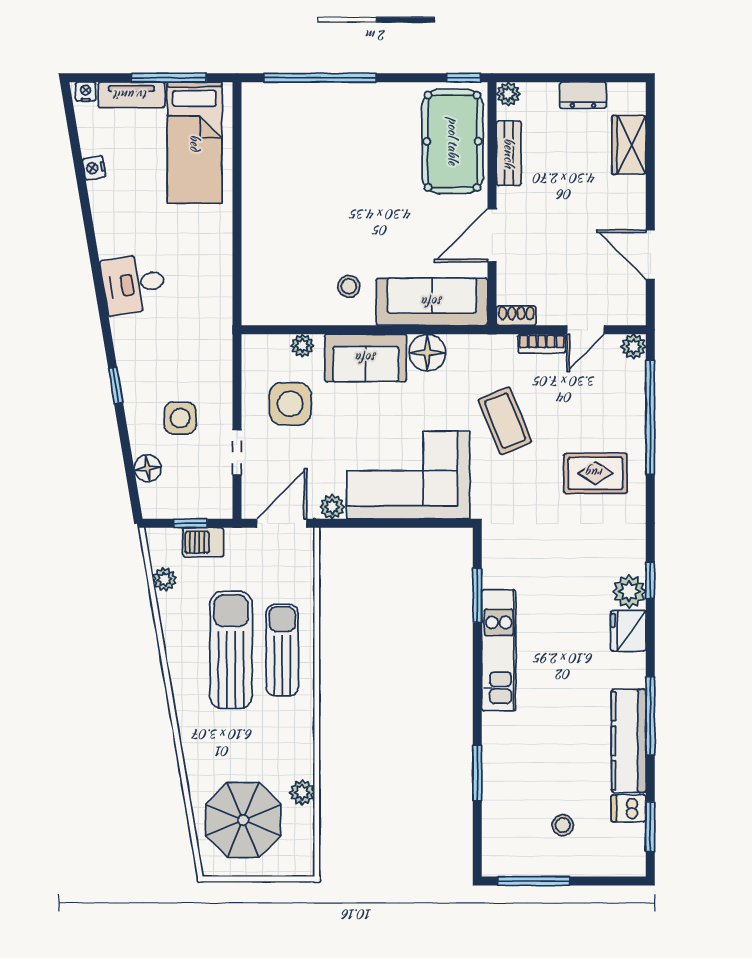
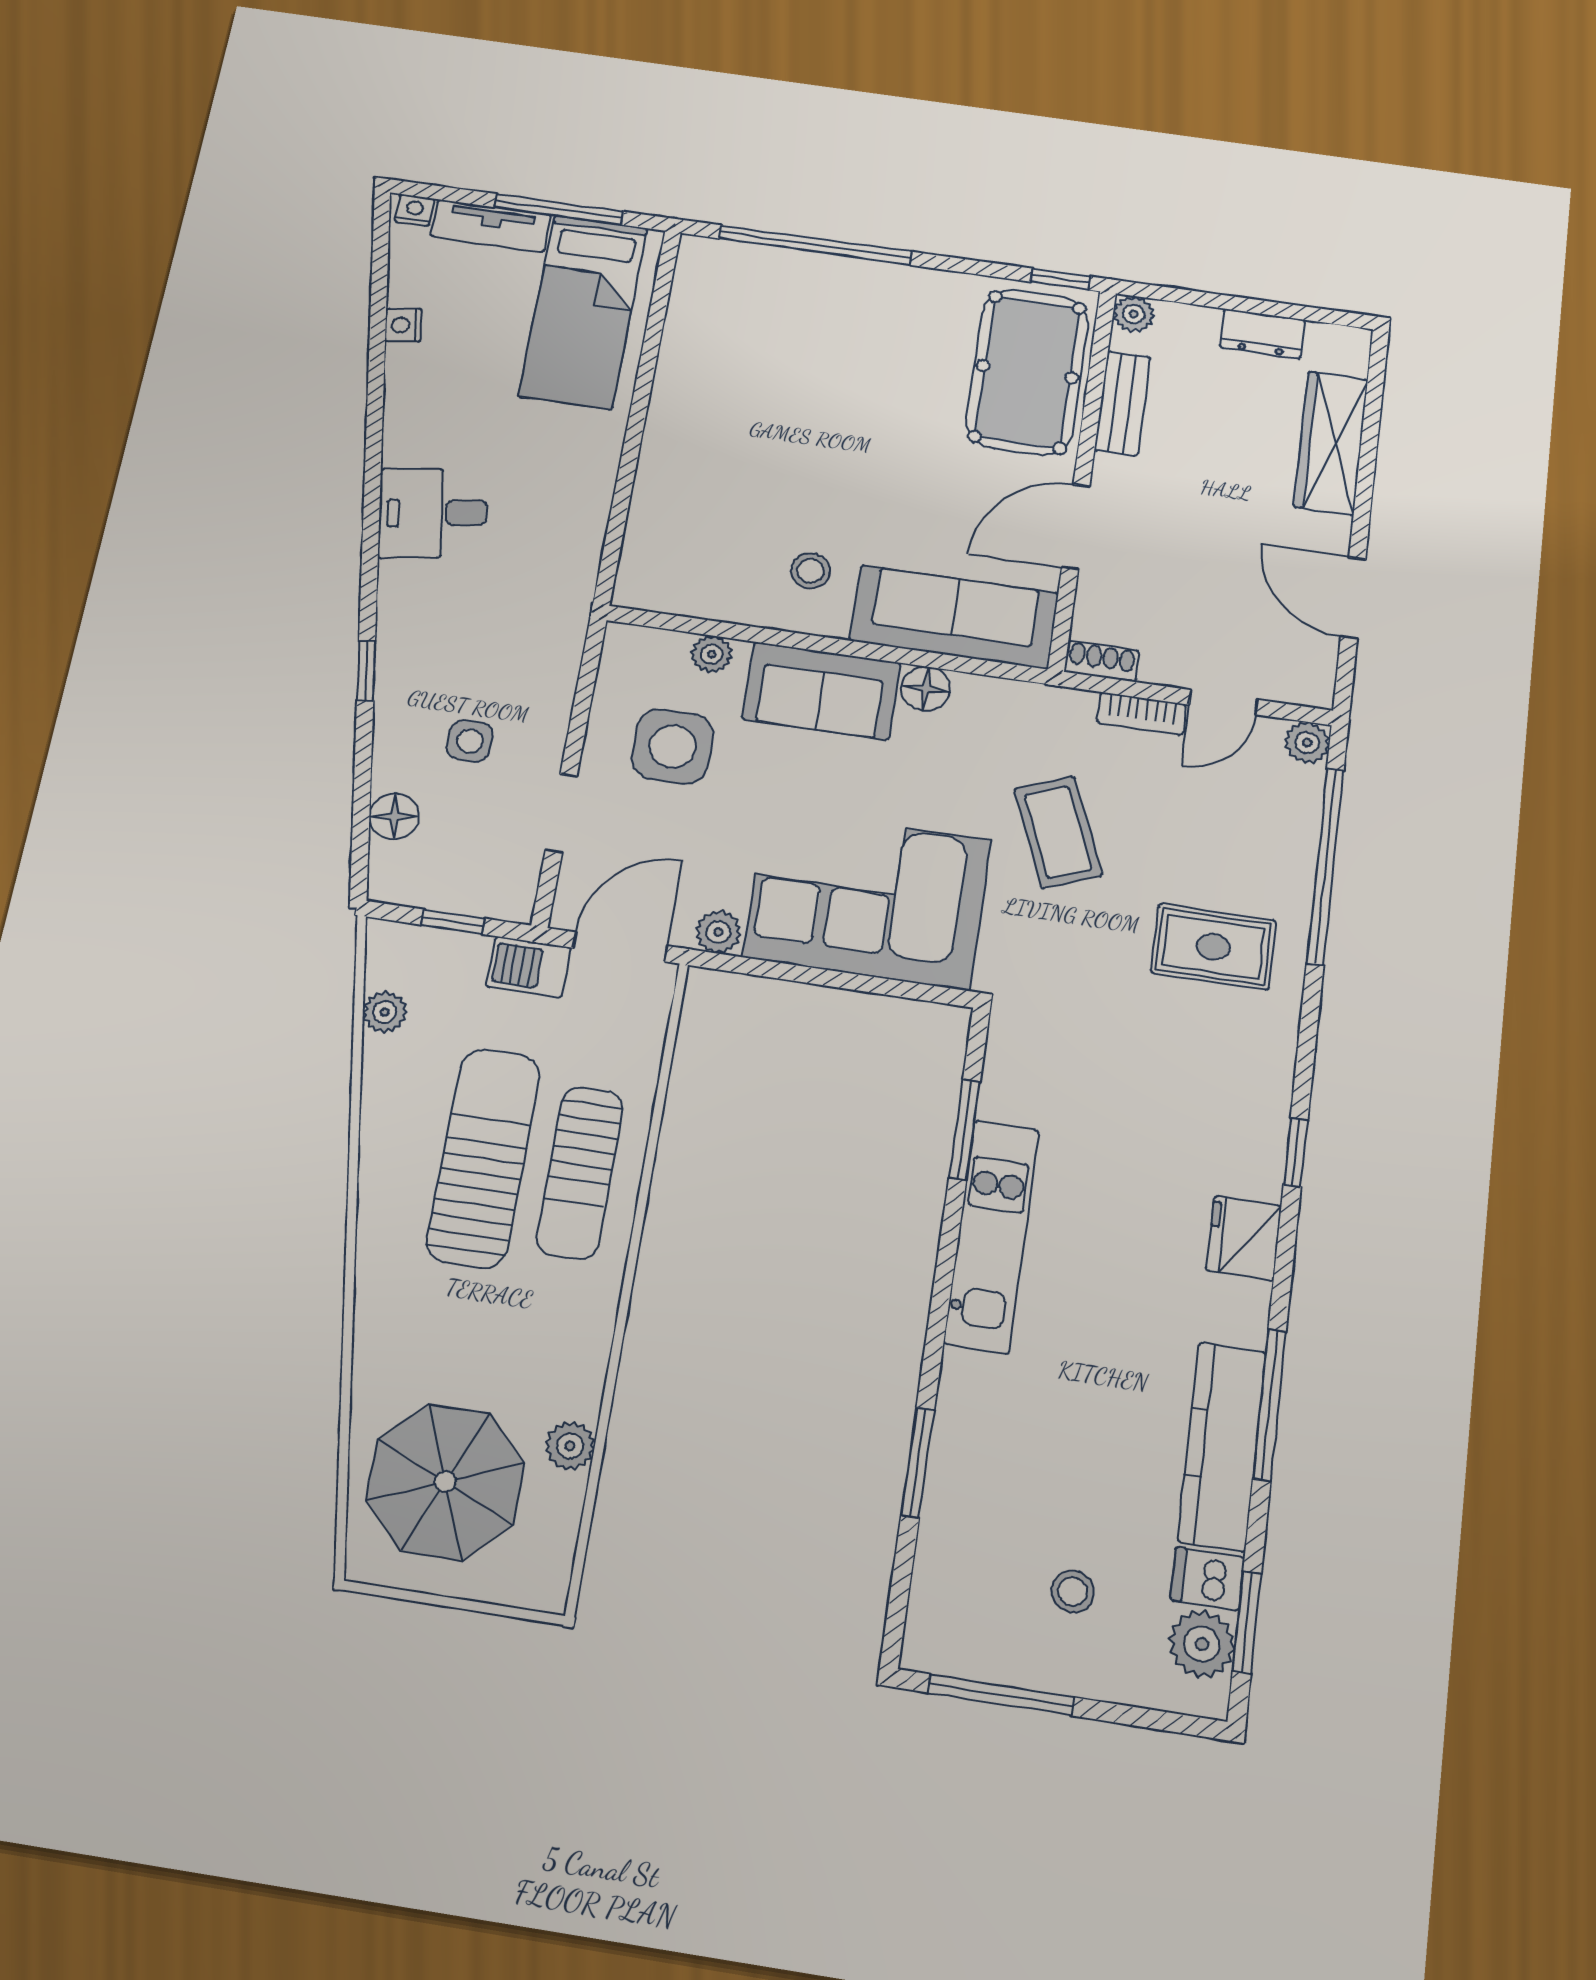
wardrobe: (629, 145) -> (1331, 443), width x1.50
floor lamp: (427, 353) -> (926, 689), width x0.73, depth x0.73
side table: (180, 418) -> (470, 741), width x0.73, depth x0.73
barbecue: (203, 542) -> (529, 967), moved
plant: (629, 591) -> (1202, 1644), moved
sun lounger: (282, 650) -> (580, 1172), turned 180

